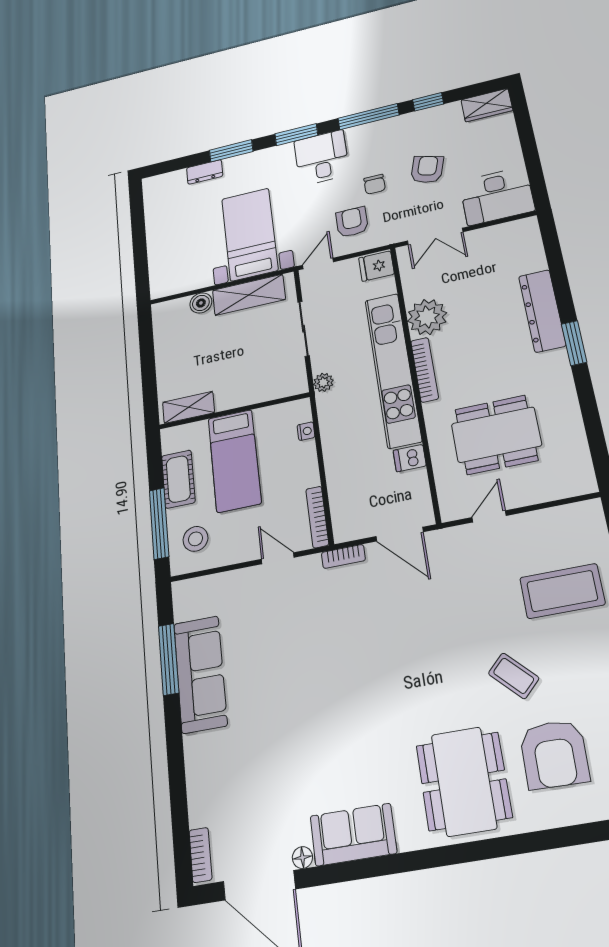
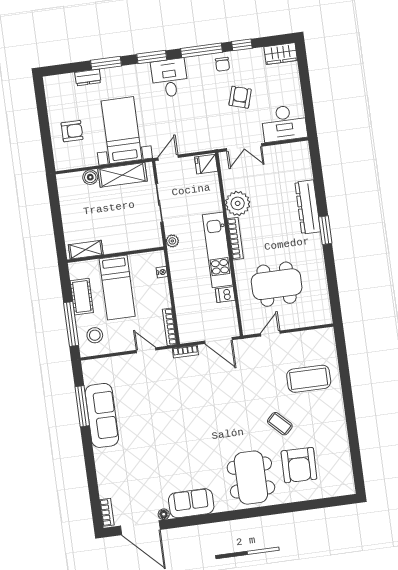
chair: (375, 184) -> (222, 64), moved
armchair: (352, 222) -> (72, 131), moved, turned 90
kitchen unit: (393, 369) -> (218, 250), width x0.73

